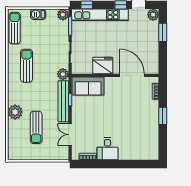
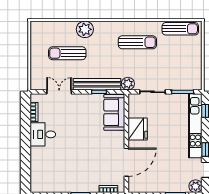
barbecue: (38, 14) -> (196, 55), removed
plant: (63, 15) -> (196, 84), removed

